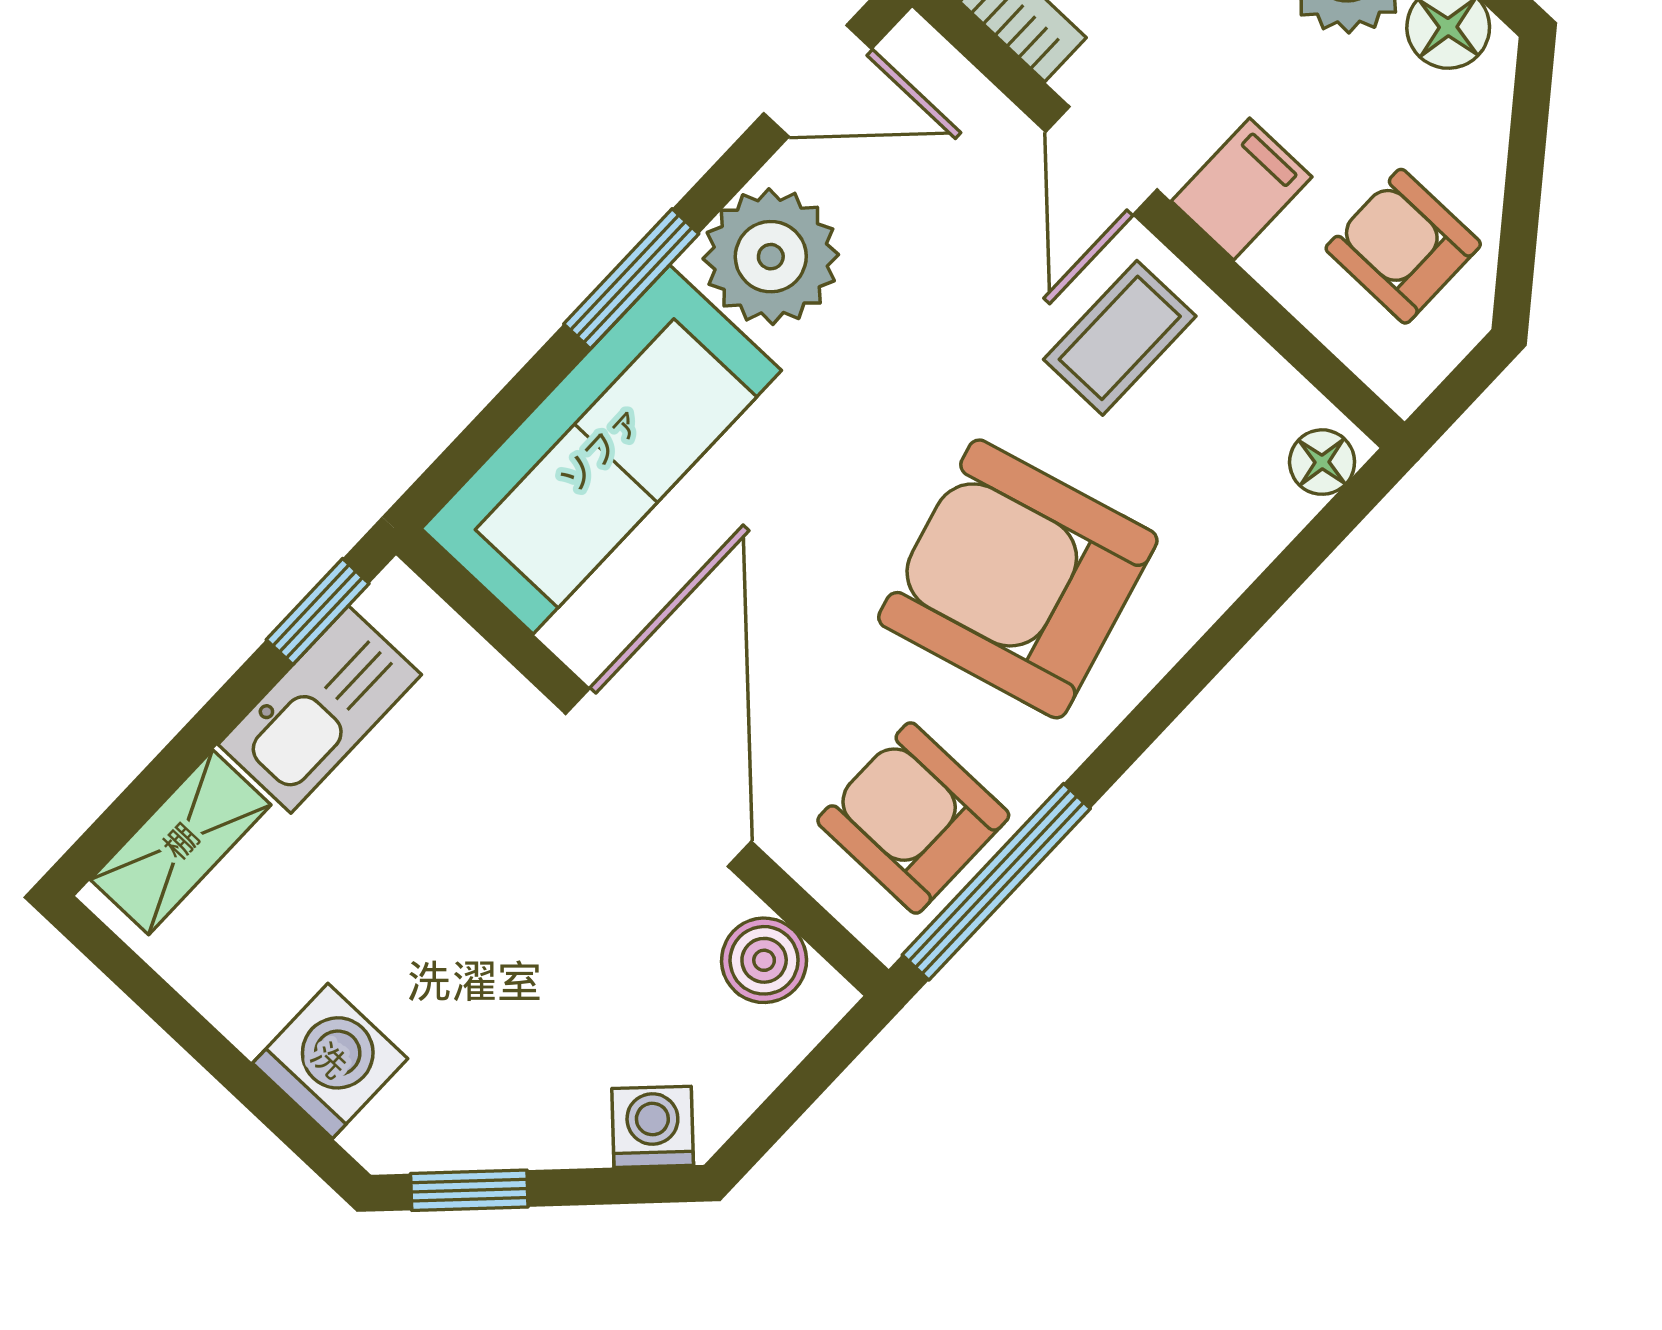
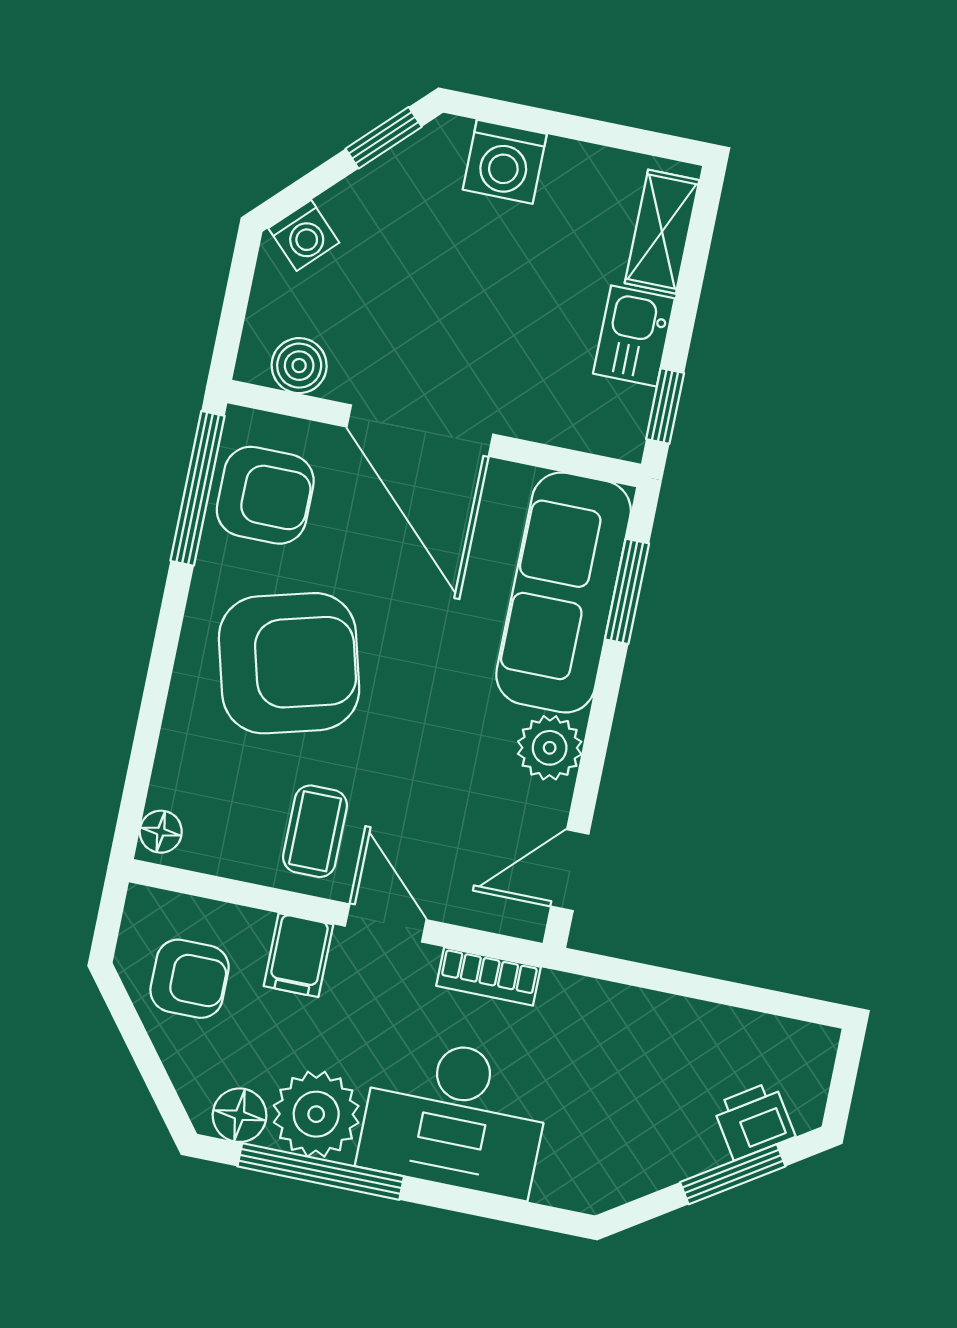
plant: (771, 257) -> (550, 748), width x0.73, depth x0.73
window: (631, 279) -> (627, 591), moved
kitchen sink: (320, 709) -> (634, 336), width x0.73

